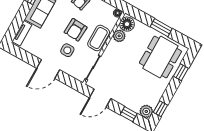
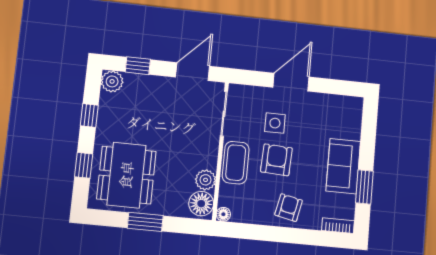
tv unit: (22, 33) -> (354, 119), removed
window: (160, 109) -> (89, 115), moved

